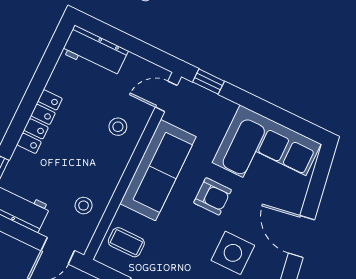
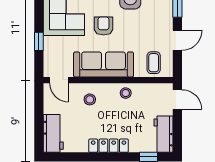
window: (209, 82) -> (39, 41), moved
stool: (84, 206) -> (126, 93), moved

